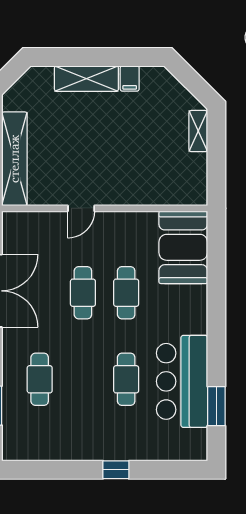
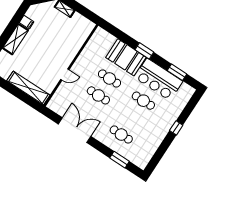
door: (81, 208) -> (65, 75), hinge flipped
booth: (183, 247) -> (126, 57), moved
window: (216, 323) -> (144, 51), added

